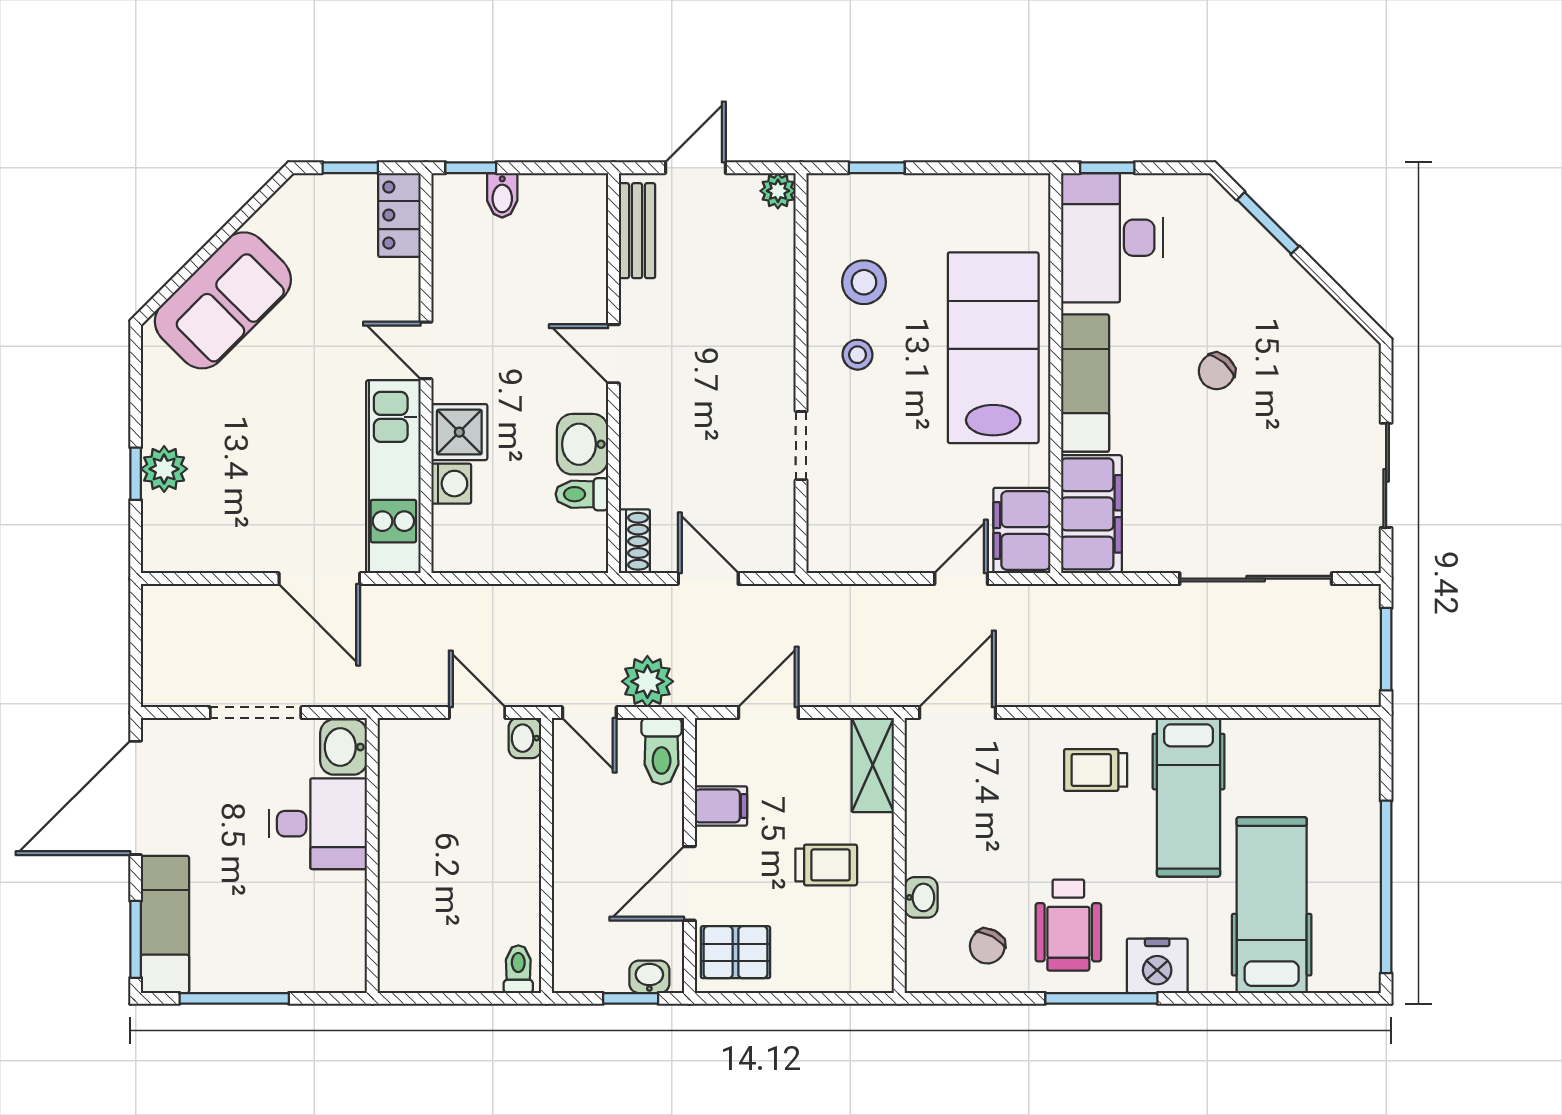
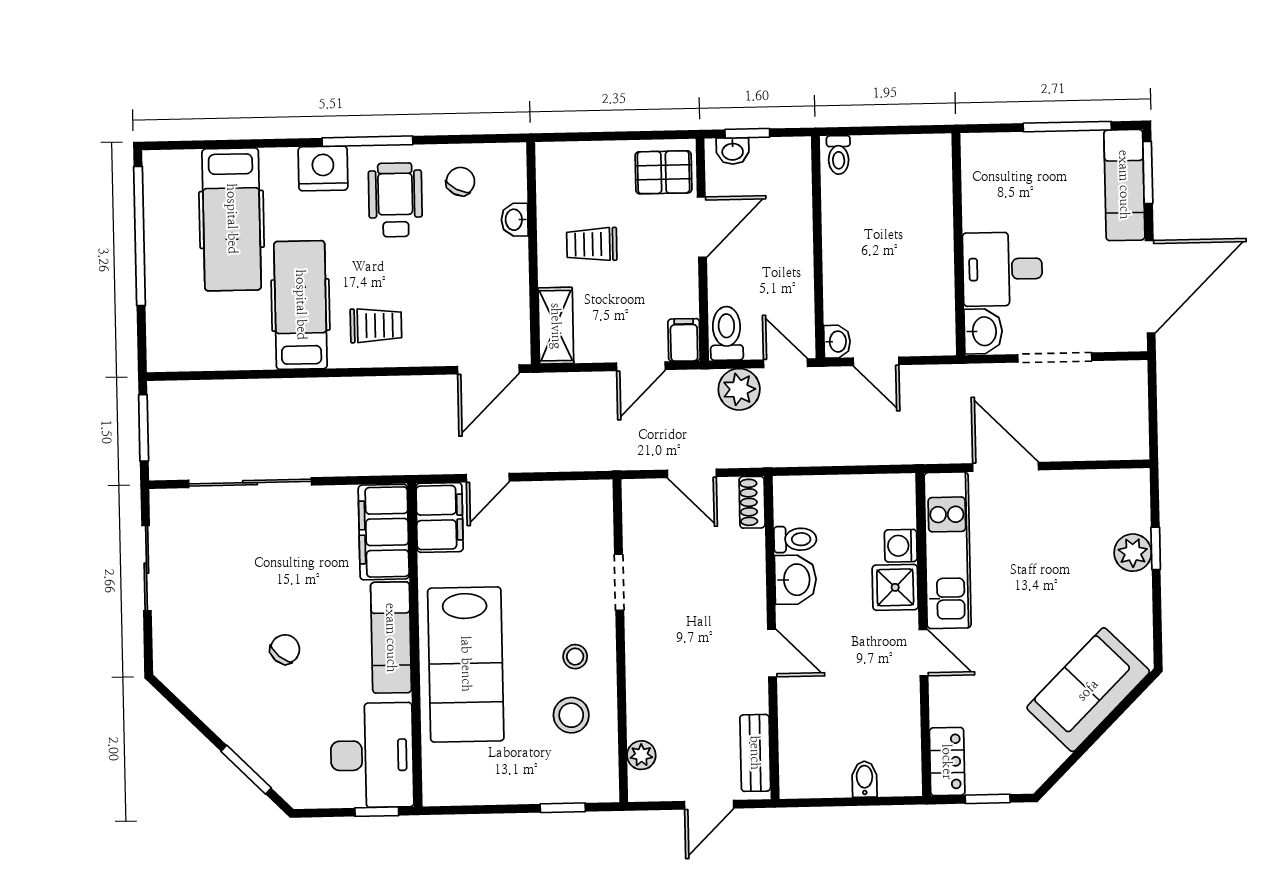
window: (471, 168) -> (890, 801), removed
plant: (778, 191) -> (641, 755), moved
filing cabinet: (721, 806) -> (684, 340), moved, turned 90

